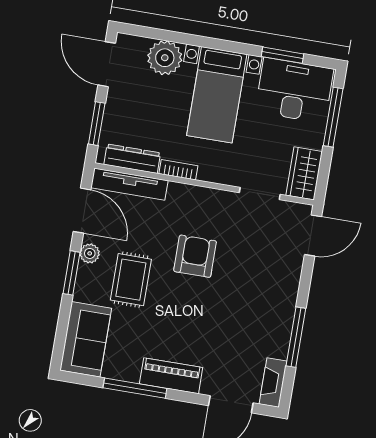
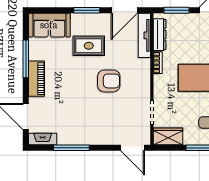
plant: (90, 253) -> (100, 19), removed

